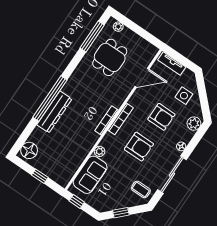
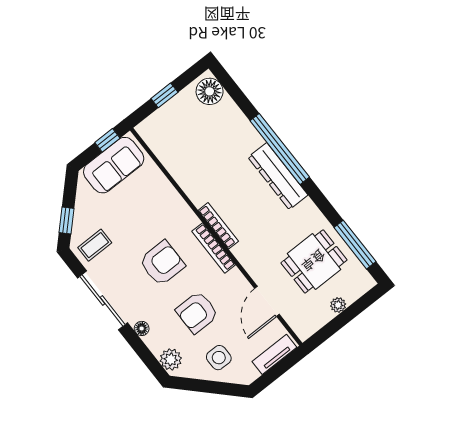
plant: (118, 27) -> (338, 305), moved
dining table: (110, 57) -> (314, 261), turned 90
dresser: (54, 112) -> (278, 176), moved
armchair: (139, 147) -> (162, 263), turned 180
plant: (100, 151) -> (174, 200), removed
sofa: (90, 175) -> (114, 165), moved, turned -90
window: (121, 213) -> (66, 221), moved

